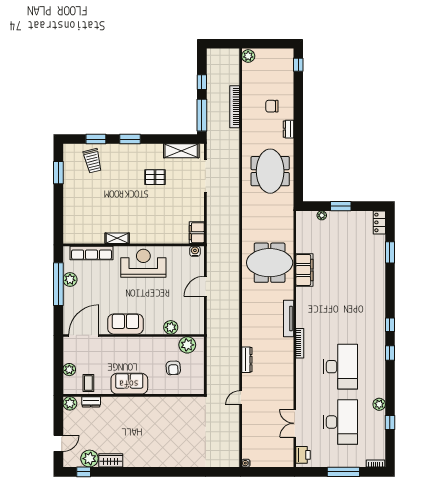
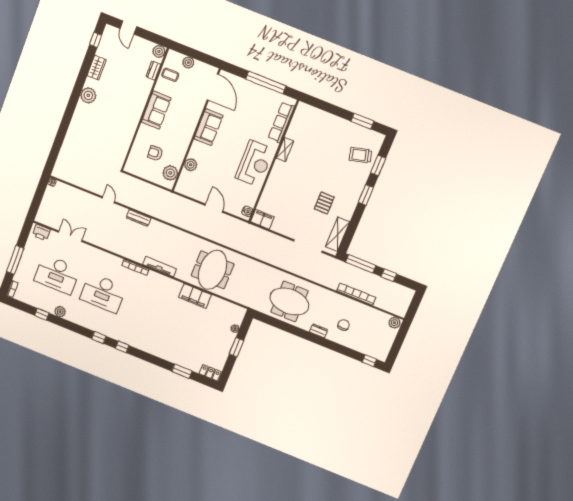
plant: (70, 279) -> (266, 94), removed
plant: (89, 459) -> (88, 95), moved

